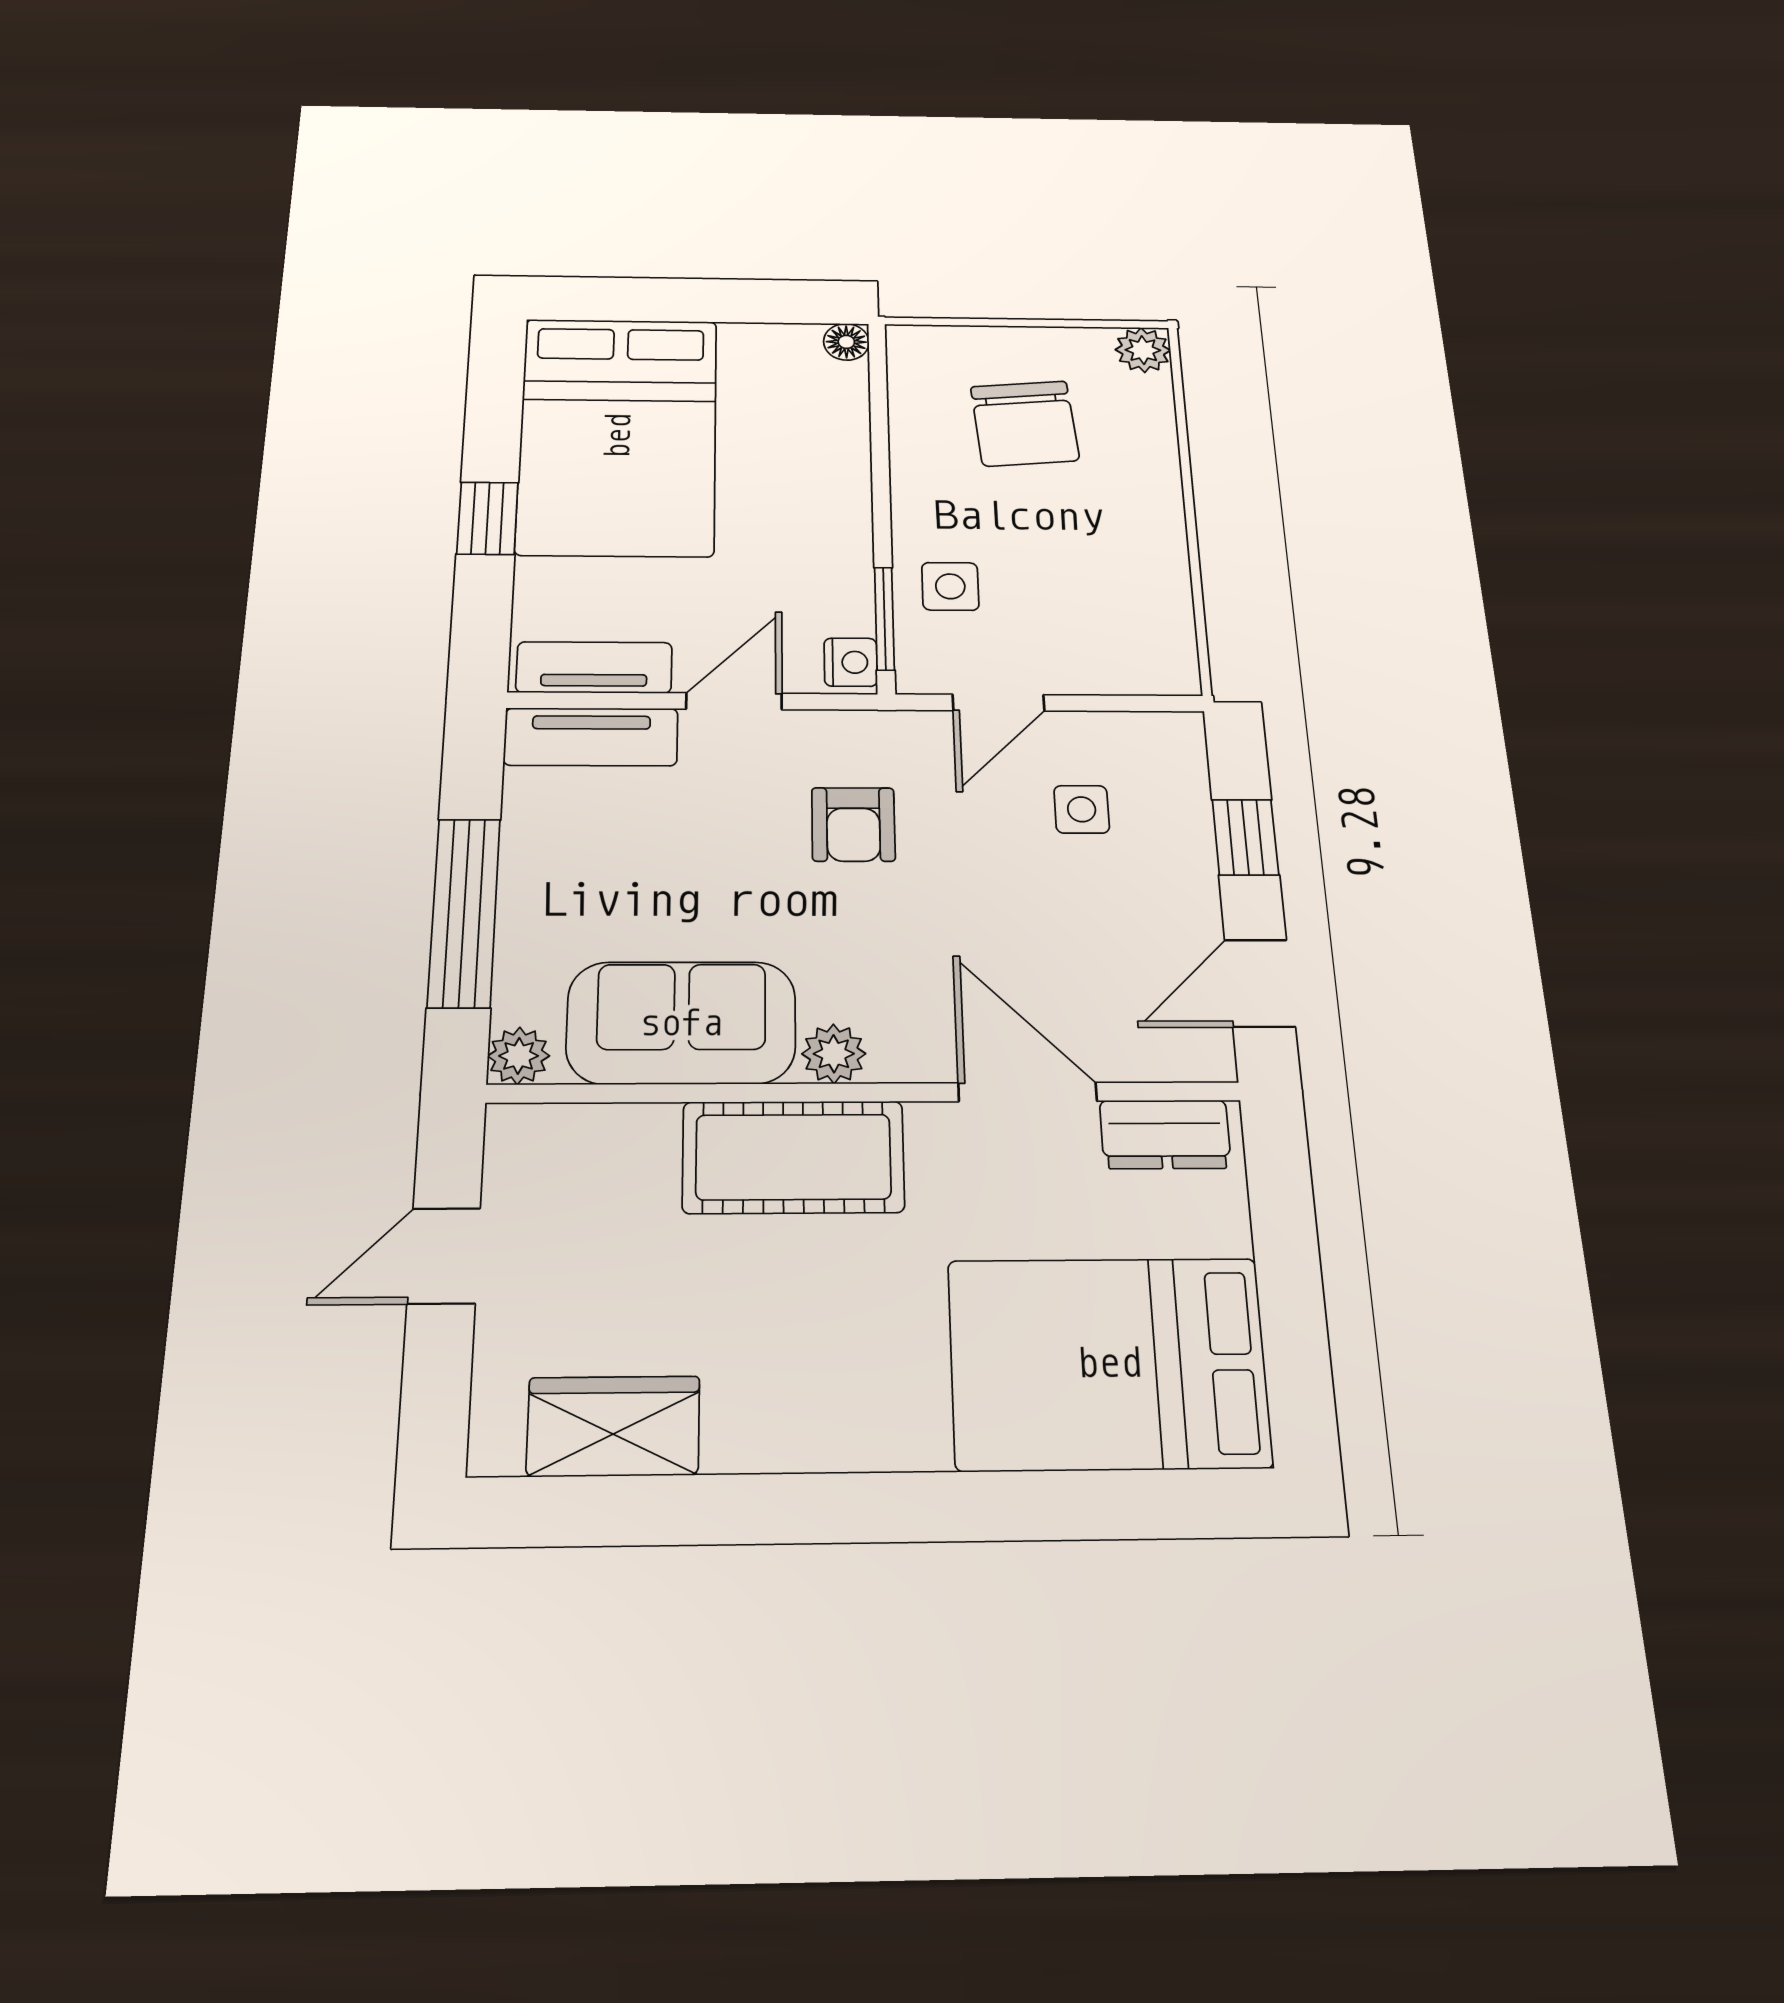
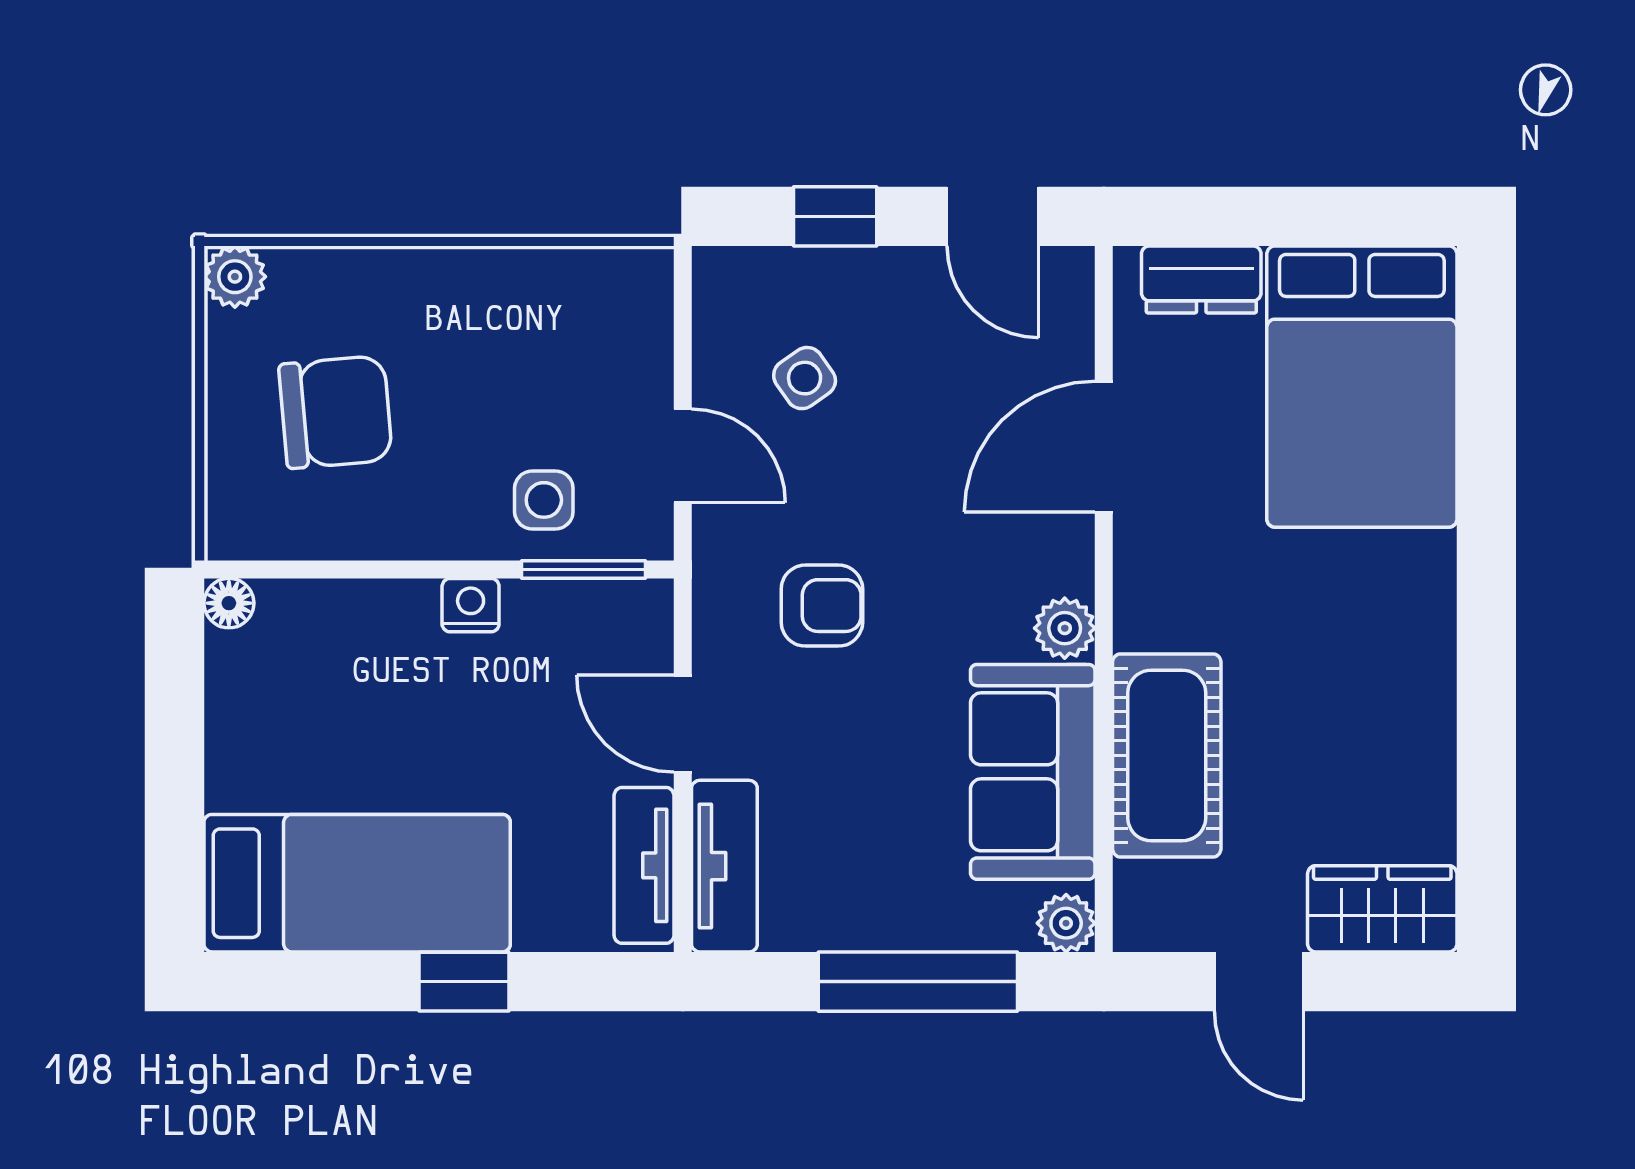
bed: (618, 436) -> (357, 883), width x0.67
nightstand: (851, 662) -> (471, 605), moved
side table: (1082, 809) -> (805, 378), turned -35
dresser: (1165, 1134) -> (1201, 279), moved, turned 90
cot: (793, 1157) -> (1167, 755), moved
wardrobe: (613, 1426) -> (1382, 909), moved, turned 90

